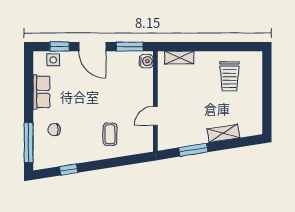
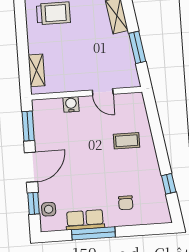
water cooler: (146, 61) -> (71, 104), moved
window: (29, 143) -> (93, 233), moved

